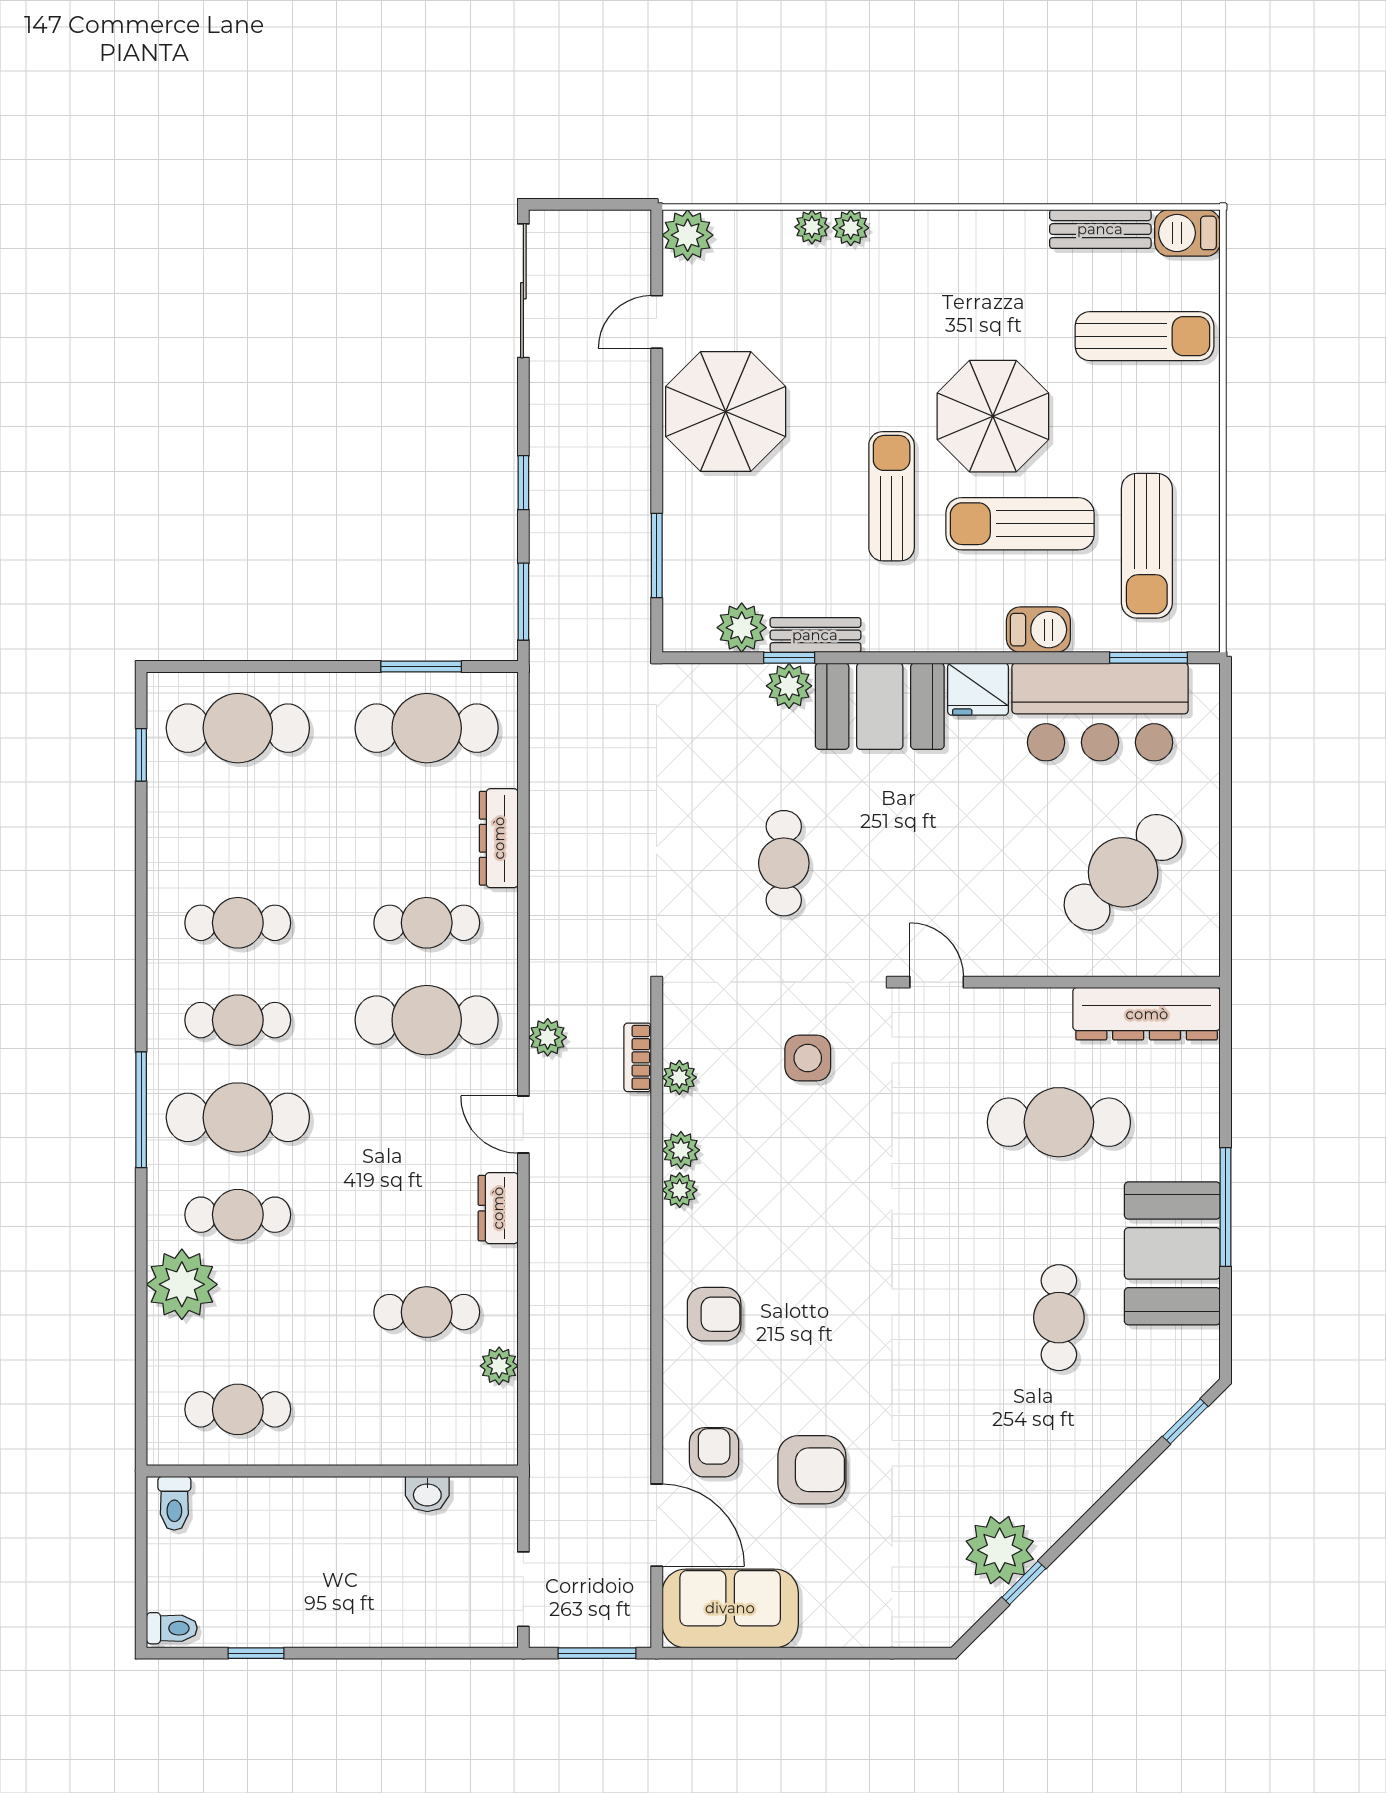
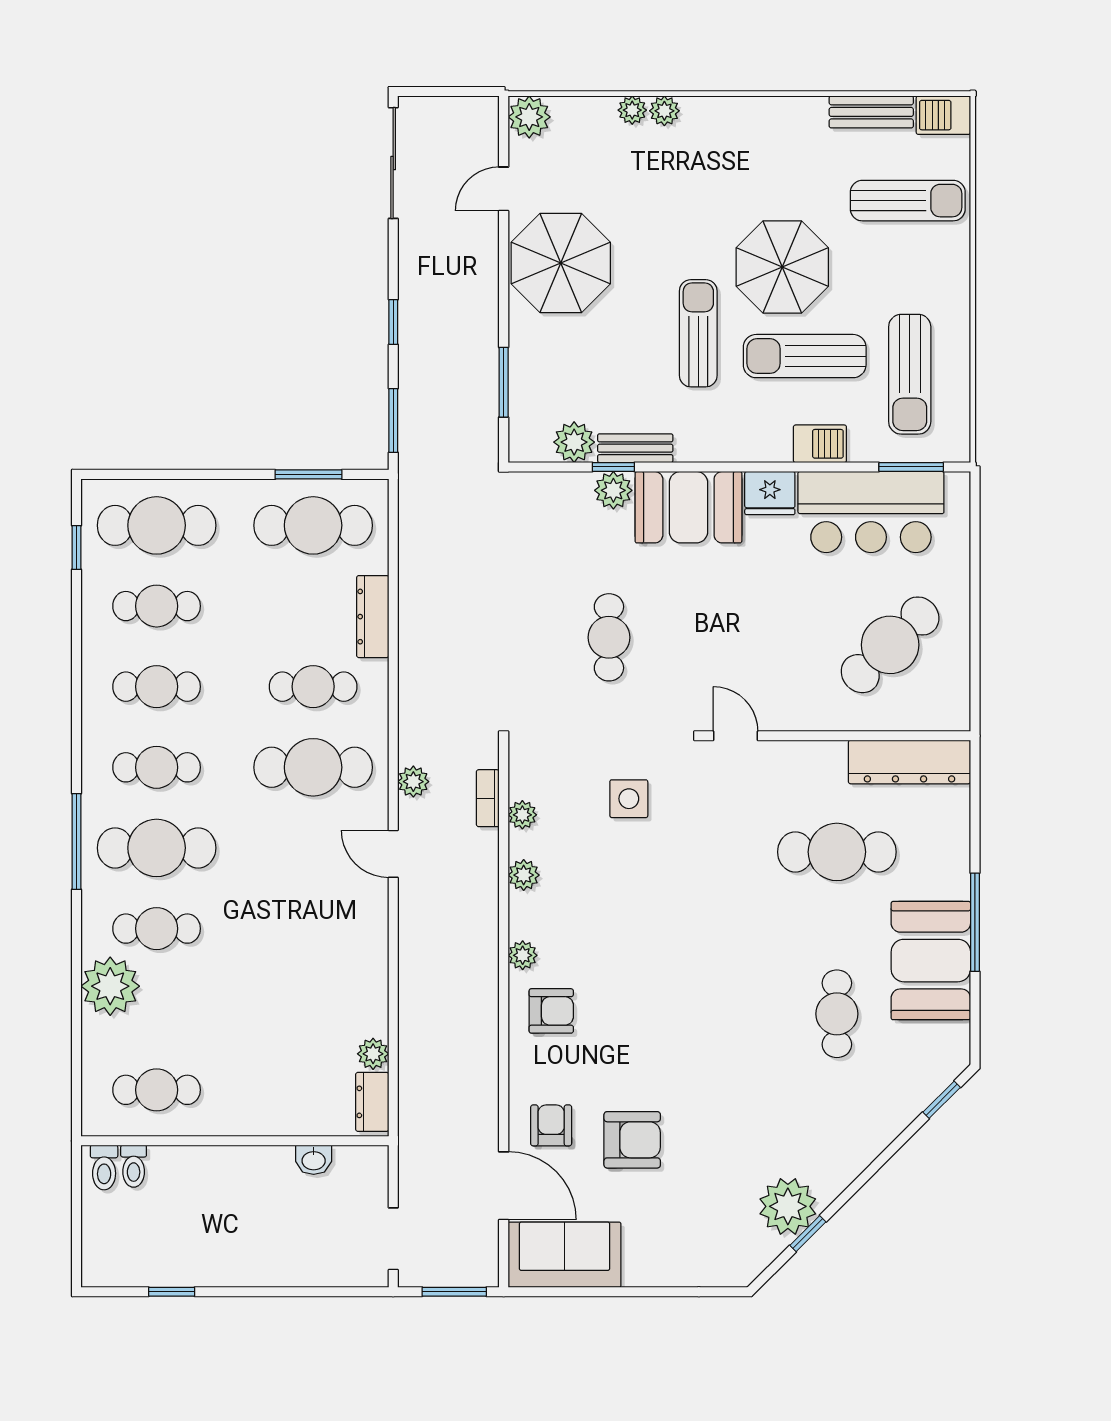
plant: (680, 1190) -> (523, 955), moved
dresser: (498, 1208) -> (372, 1102), moved
cafe table: (427, 1312) -> (157, 606), moved
toilet: (172, 1628) -> (134, 1166), moved, turned 90

